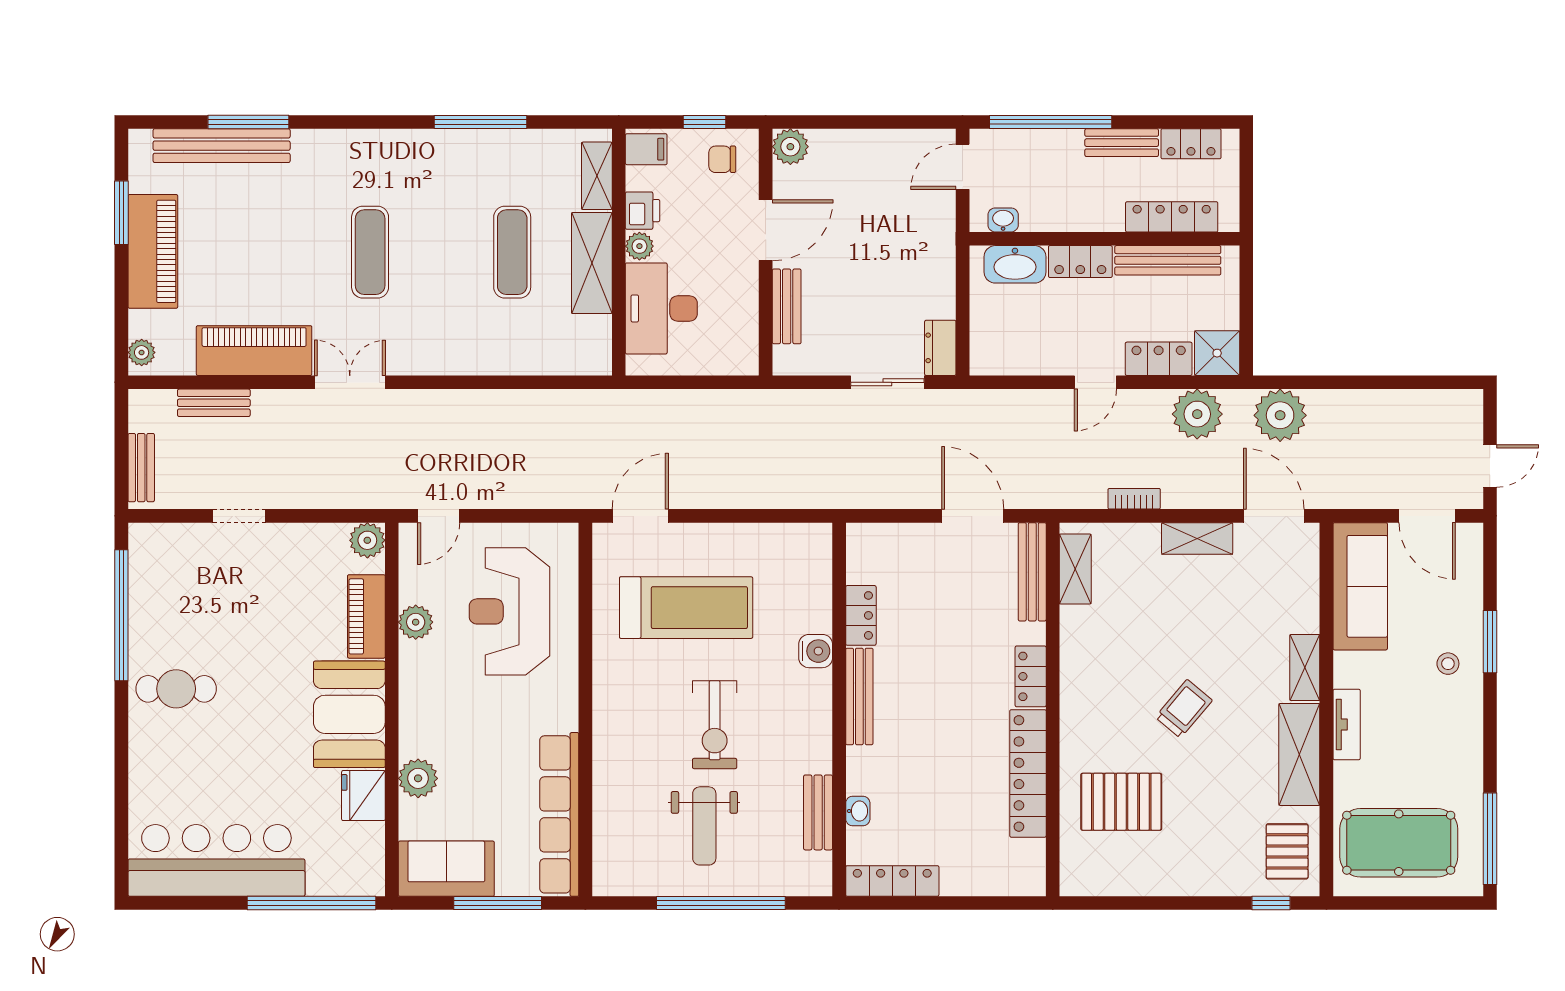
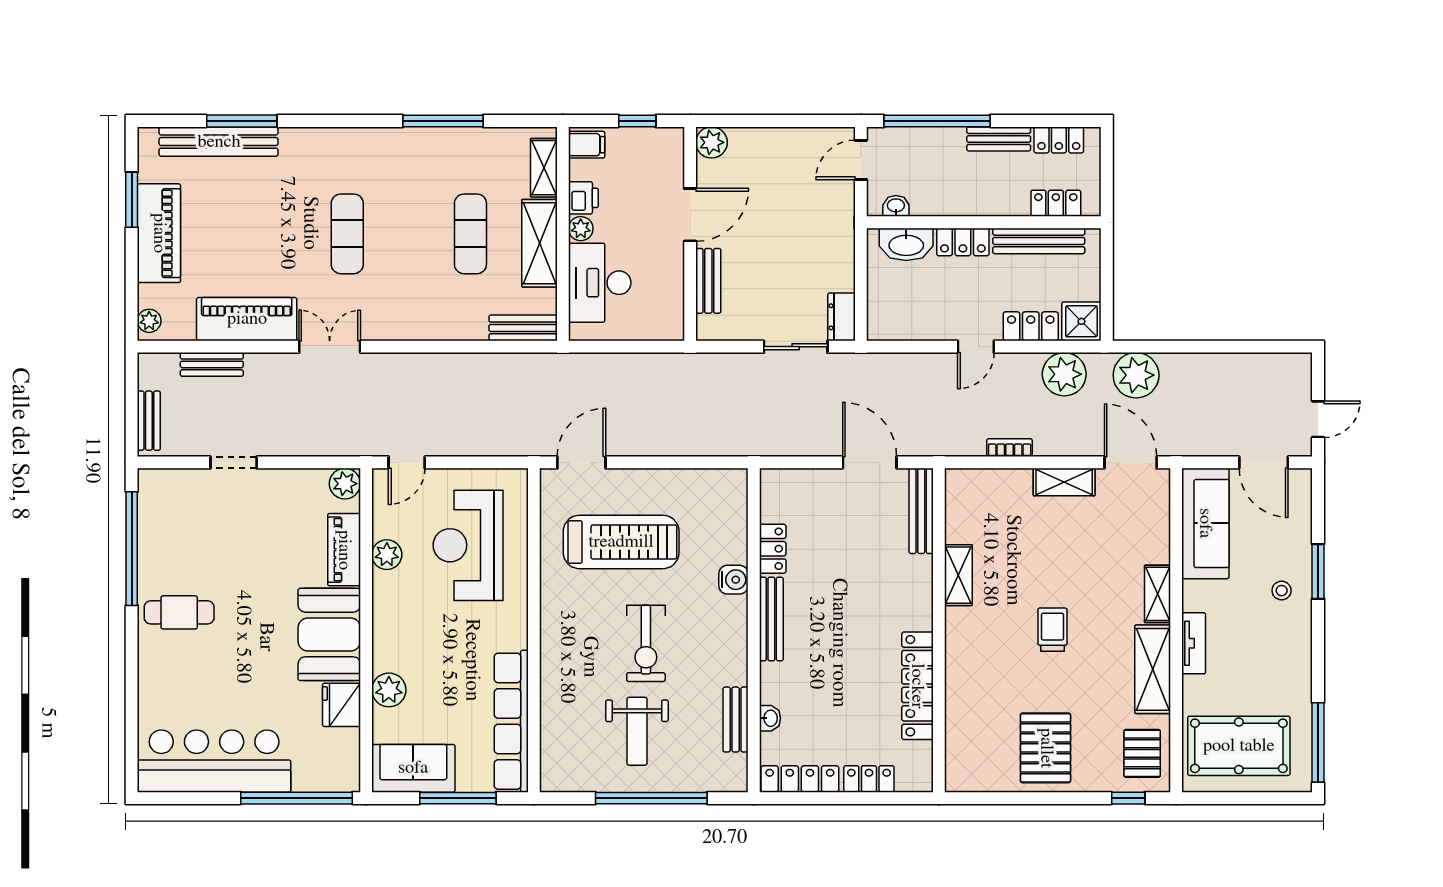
chair: (722, 159) -> (653, 153), removed
locker: (1172, 217) -> (1056, 203), width x0.66
bench: (573, 361) -> (523, 328), added
shelving: (1075, 569) -> (958, 575), moved
locker: (1031, 676) -> (869, 779), moved, turned 90
trolley: (1184, 709) -> (1053, 630), turned -40
pallet: (1121, 802) -> (1046, 748), moved, turned 90

